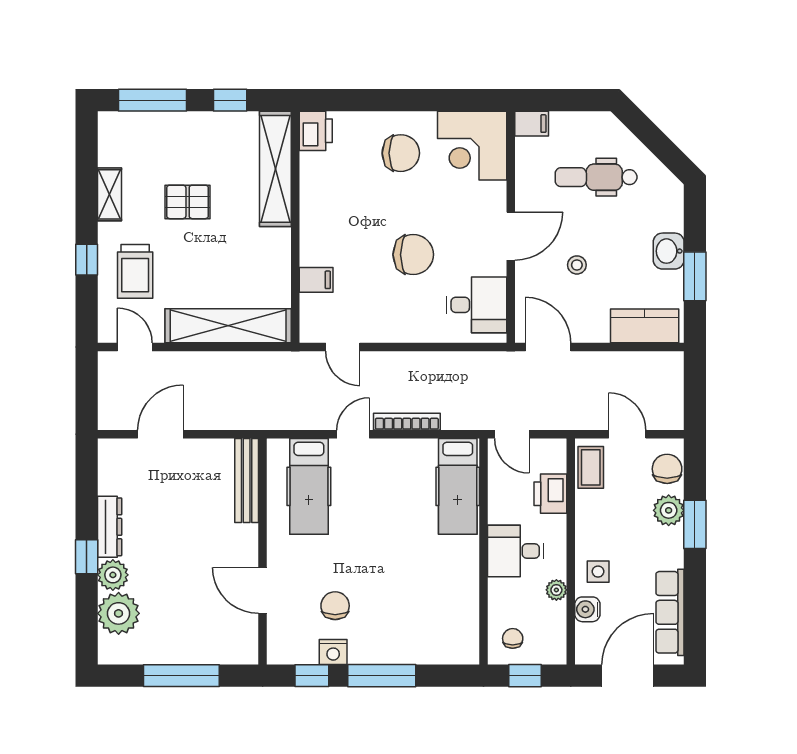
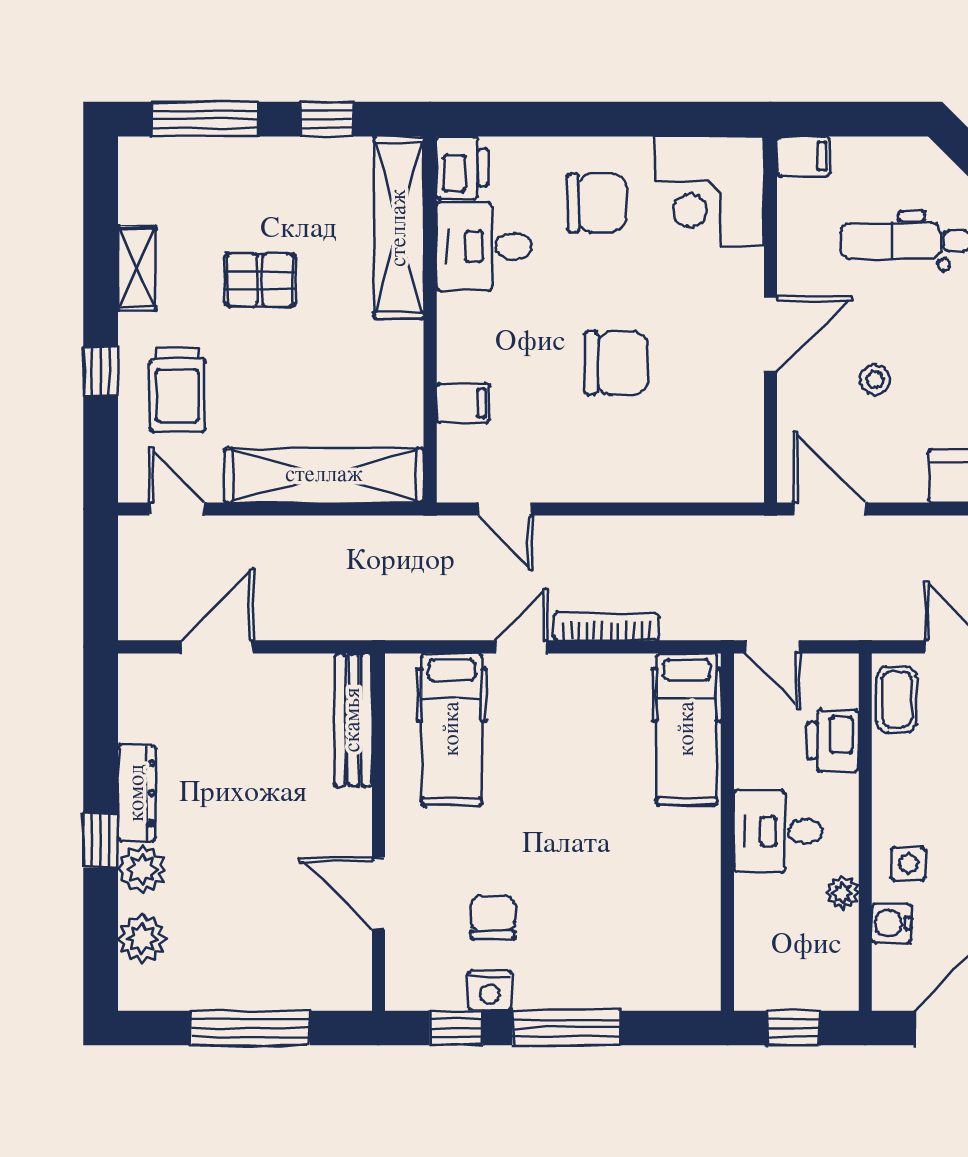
desk: (477, 305) -> (484, 246), moved, turned 180
plant: (119, 613) -> (142, 939), width x0.73, depth x0.73
chair: (513, 638) -> (773, 969), removed

